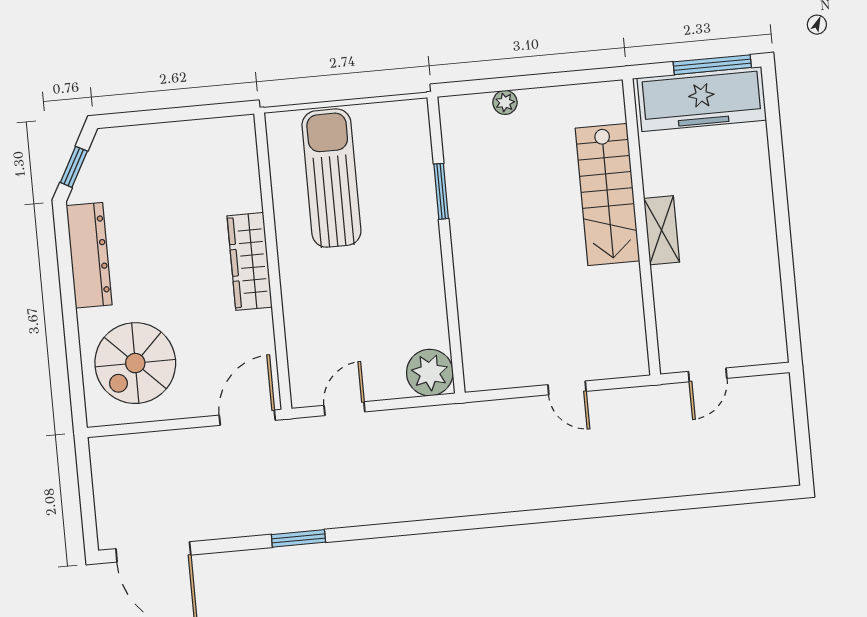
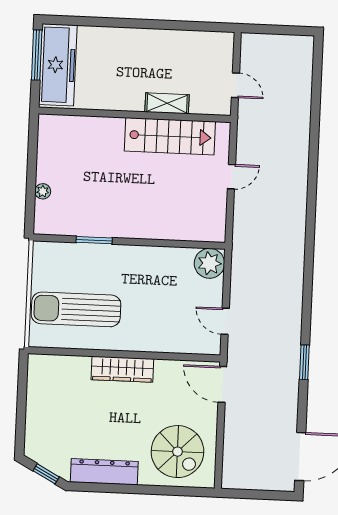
stairs: (607, 195) -> (170, 136), moved
shelving: (662, 230) -> (167, 103), moved

